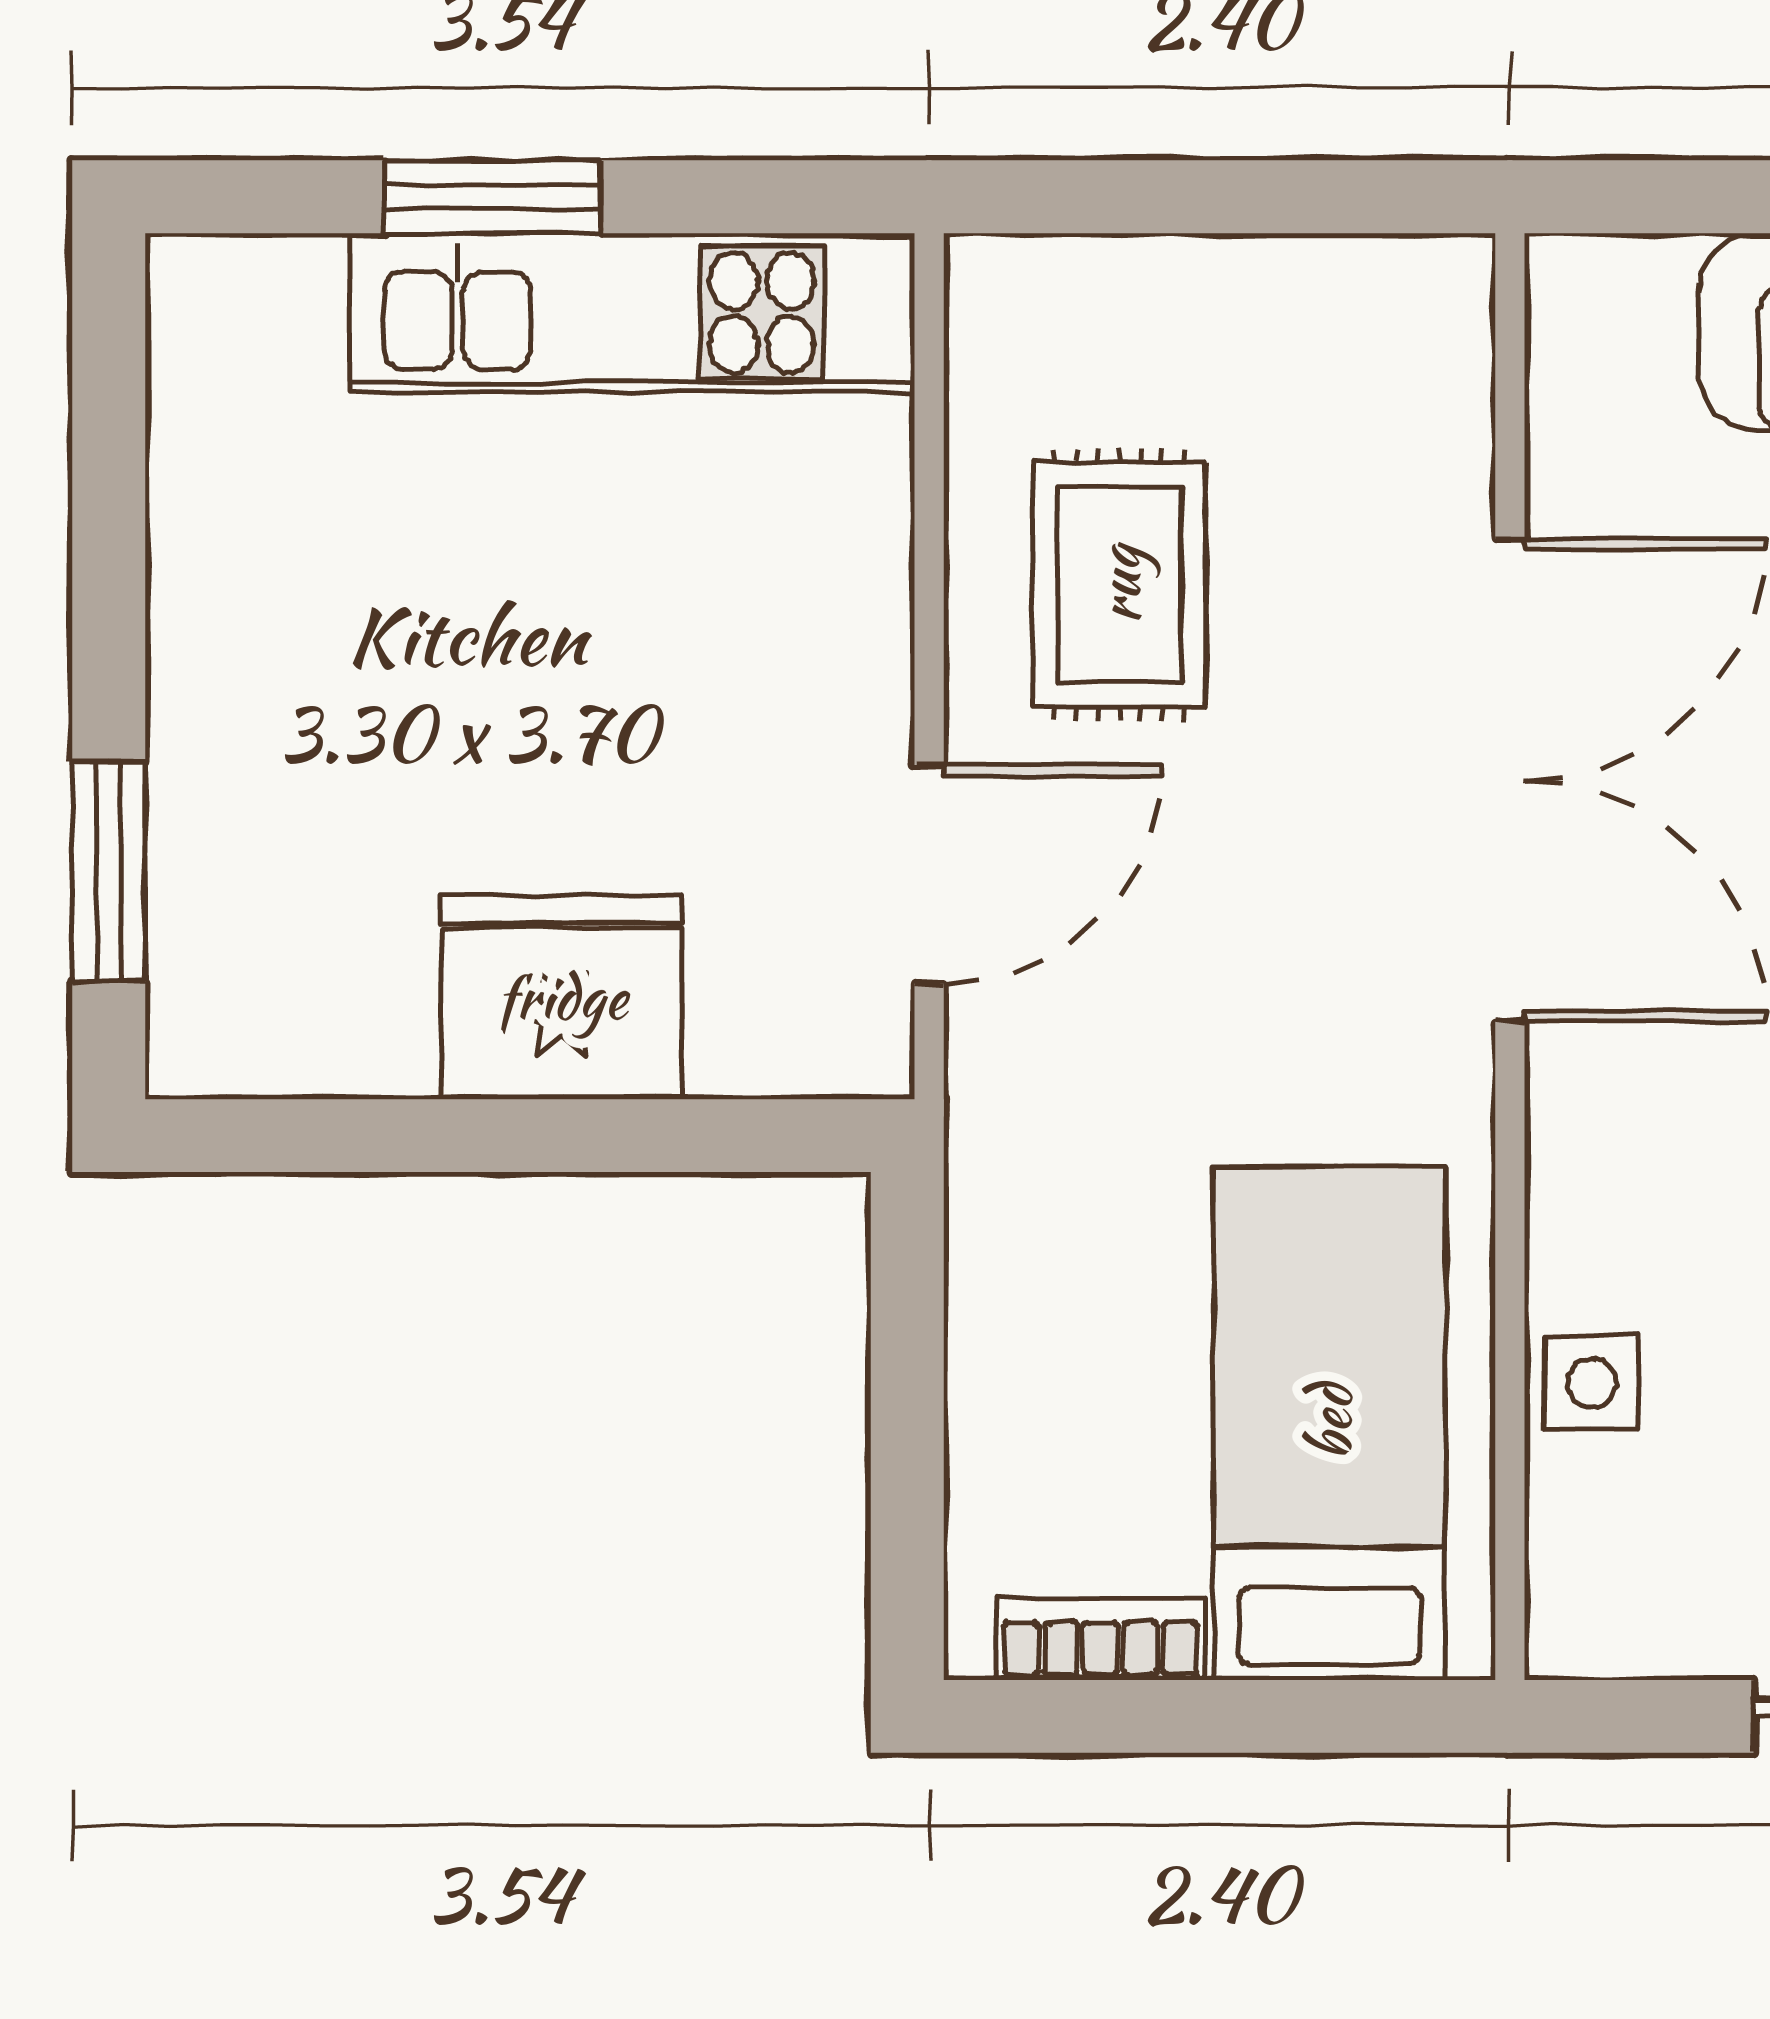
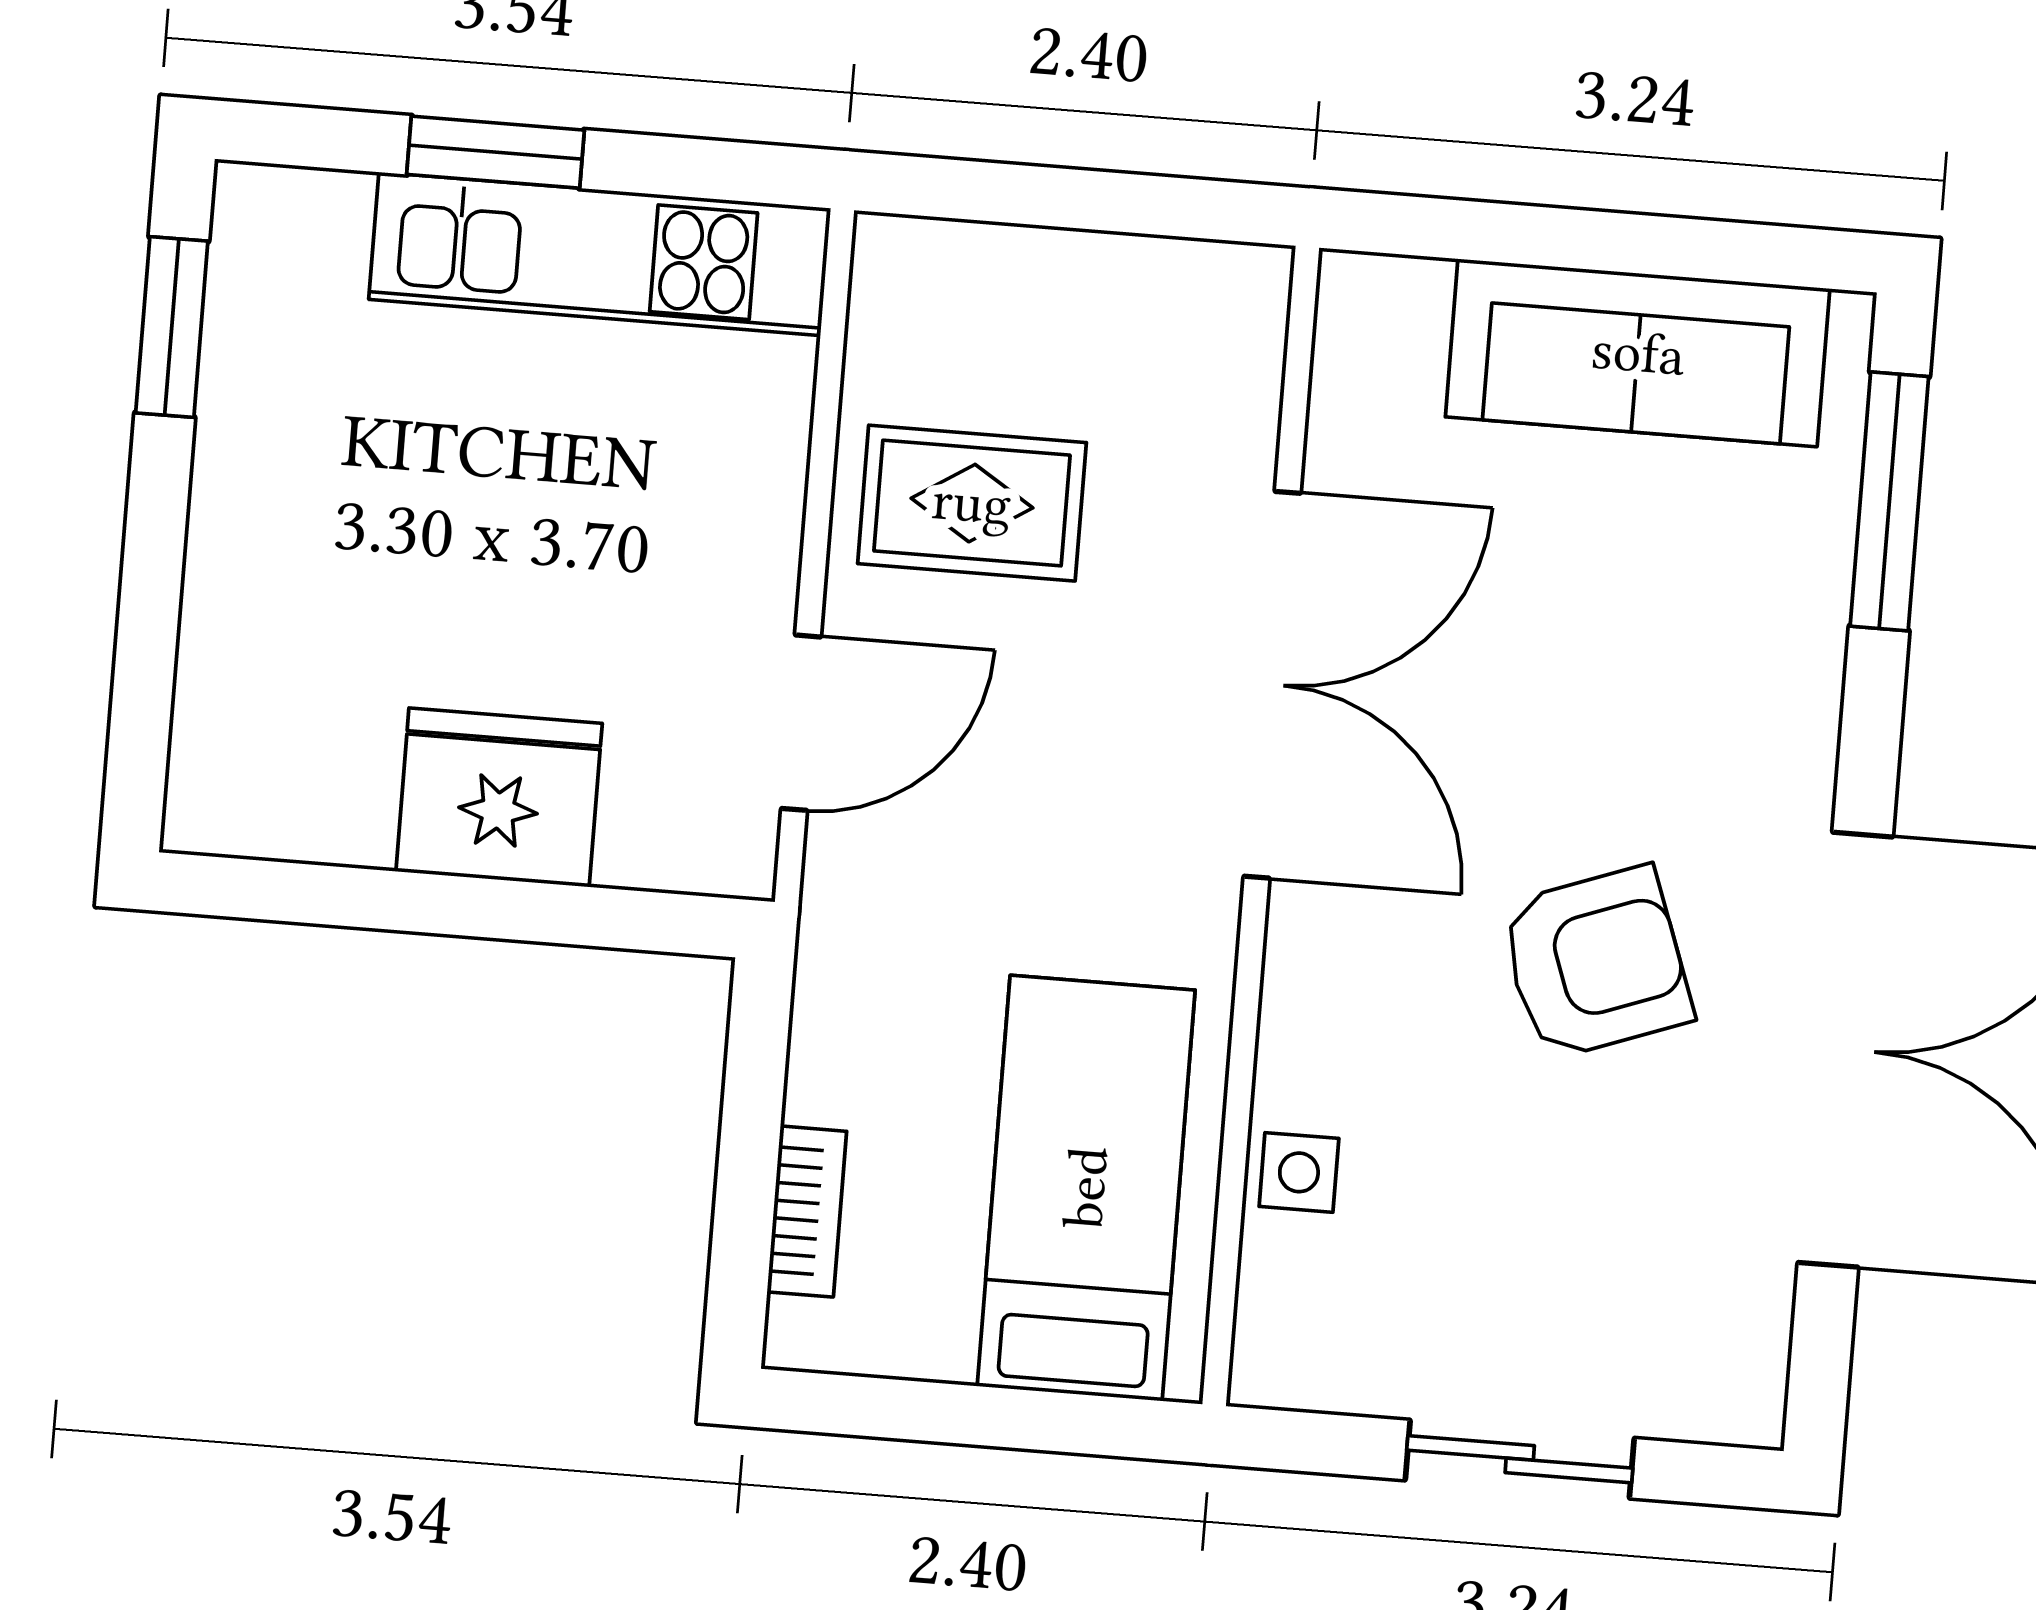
rug: (1119, 585) -> (972, 503), turned 90
window: (109, 871) -> (172, 327), moved
bookcase: (1101, 1639) -> (807, 1212), moved, turned 90

